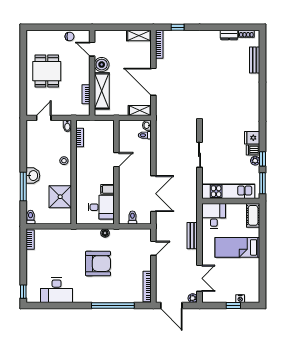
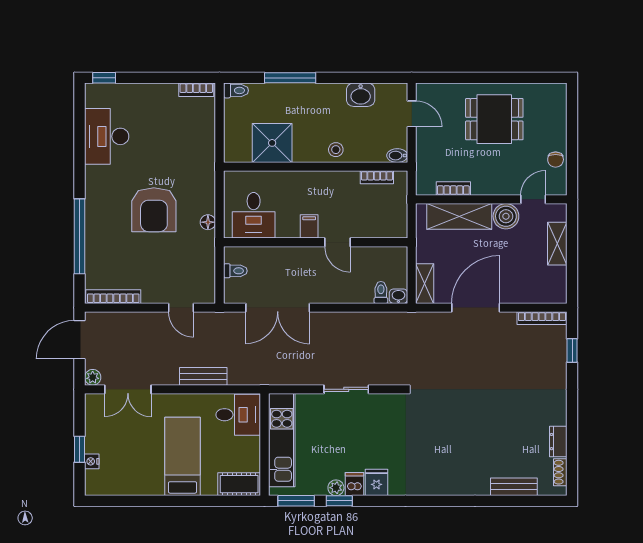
shelving: (139, 36) -> (557, 244), moved
washbasin: (33, 176) -> (361, 95), moved
filing cabinet: (107, 189) -> (309, 226), moved

